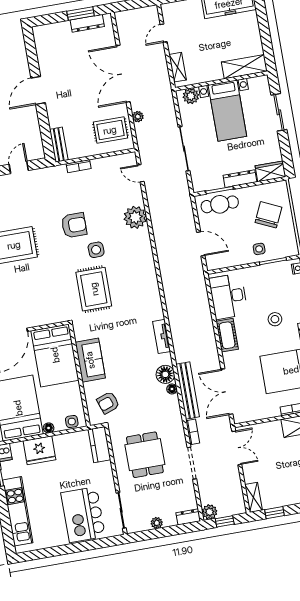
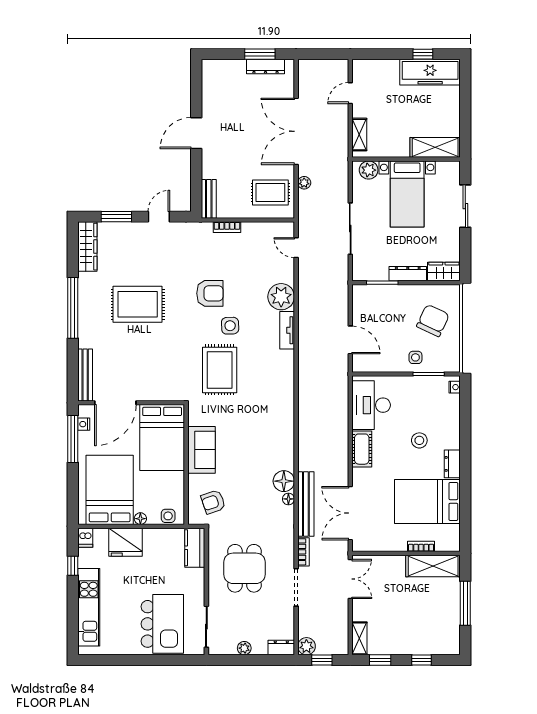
cafe table: (220, 204) -> (380, 299), removed
tv unit: (162, 336) -> (287, 330), moved
kitchen island: (83, 515) -> (162, 624), turned 180

